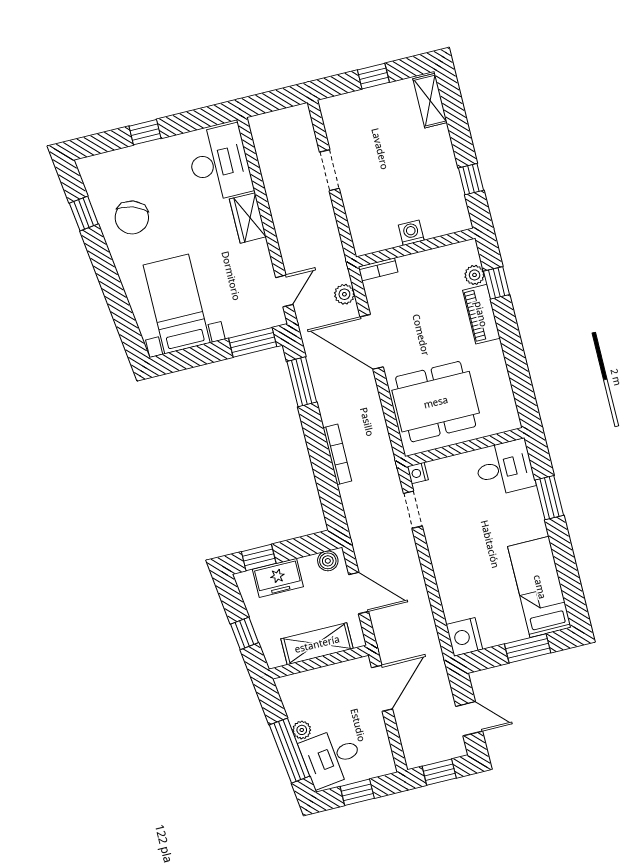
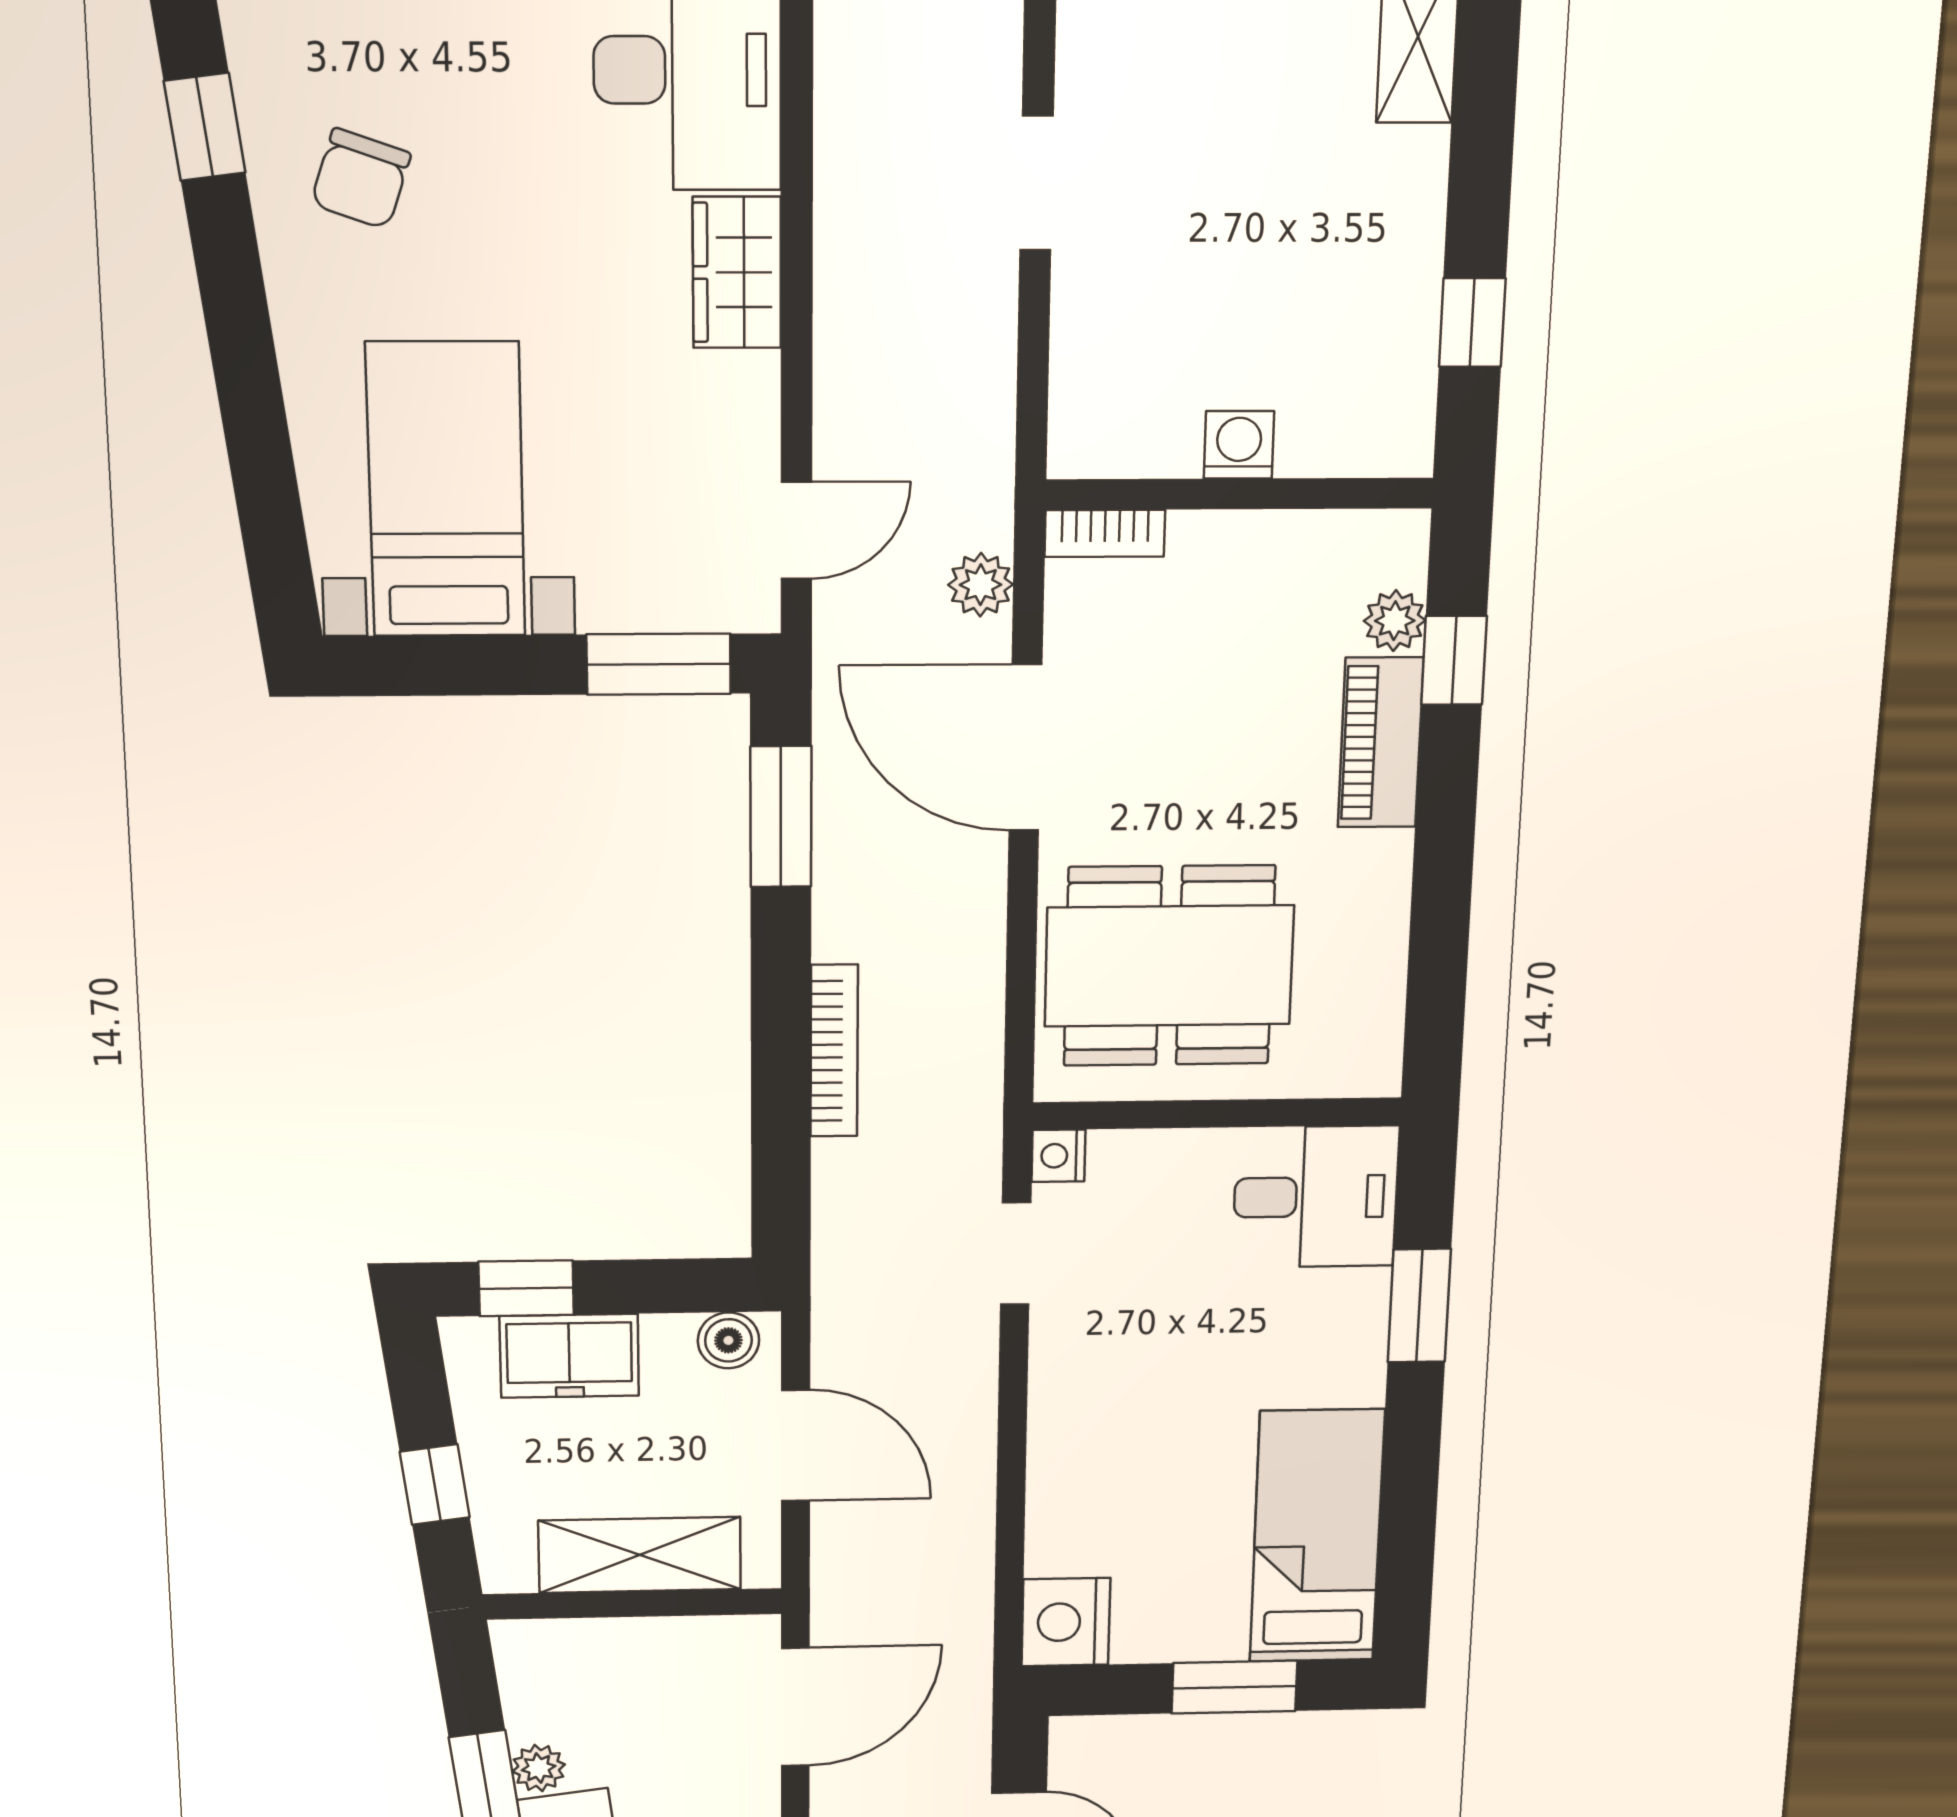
chair: (132, 217) -> (361, 179), width x0.73, depth x0.73

